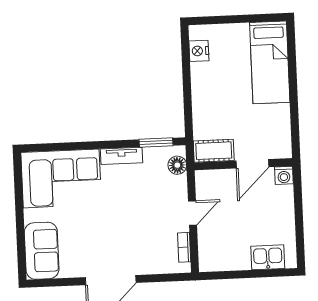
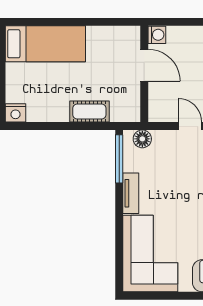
nightstand: (199, 51) -> (16, 113), moved
window: (156, 142) -> (119, 159), width x1.44
cot: (214, 151) -> (89, 112), moved, turned 90

